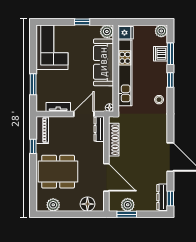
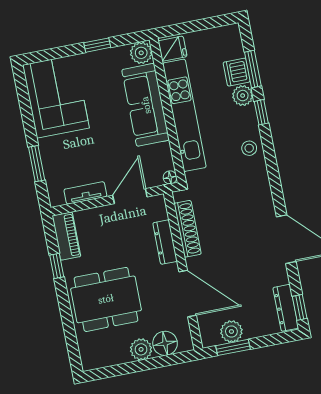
plant: (161, 31) -> (243, 96), moved
dresser: (99, 129) -> (165, 242), moved
plant: (53, 205) -> (141, 349), moved

